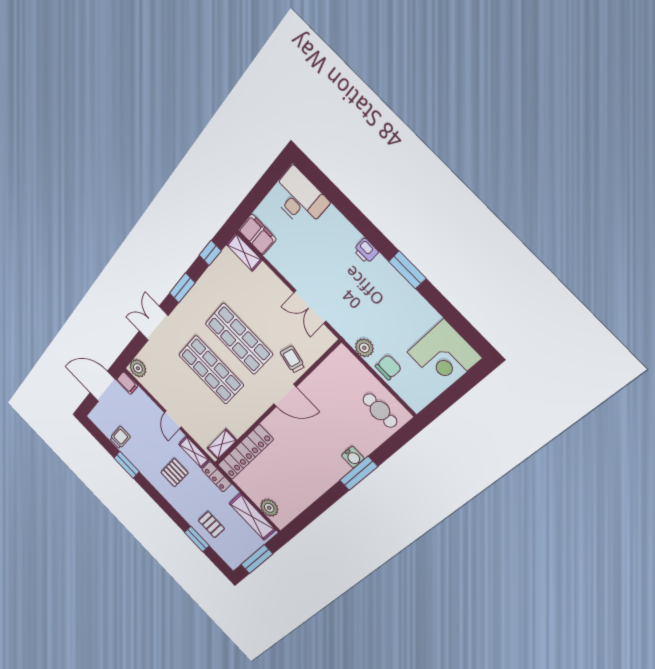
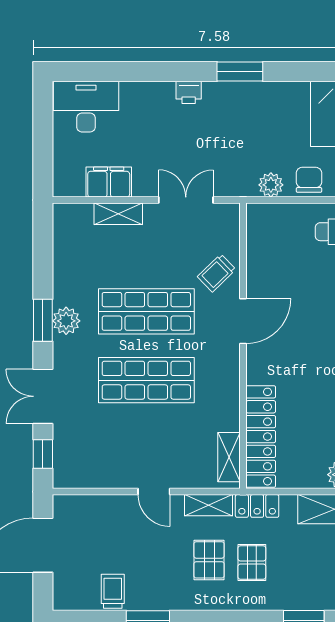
filing cabinet: (257, 235) -> (109, 182), moved
shelving: (244, 252) -> (118, 214), moved
window: (210, 253) -> (43, 454), moved
double door: (310, 307) -> (186, 200), swing flipped
trolley: (292, 359) -> (217, 273), turned -58
plant: (138, 368) -> (66, 321), moved
filing cabinet: (127, 383) -> (68, 506), removed
pallet: (211, 525) -> (252, 563), moved, turned 90

